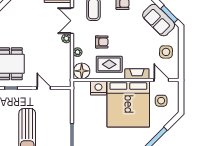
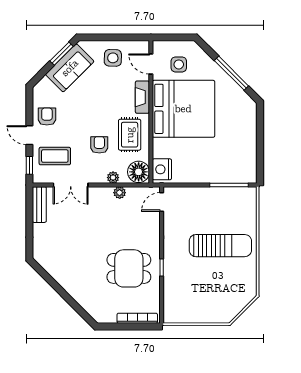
plant: (66, 38) -> (120, 193), moved
door: (161, 80) -> (151, 64), hinge flipped
door: (44, 88) -> (162, 202), moved
nightstand: (98, 88) -> (162, 169), moved

